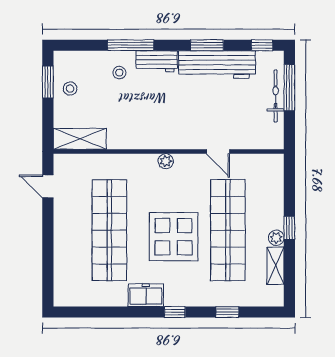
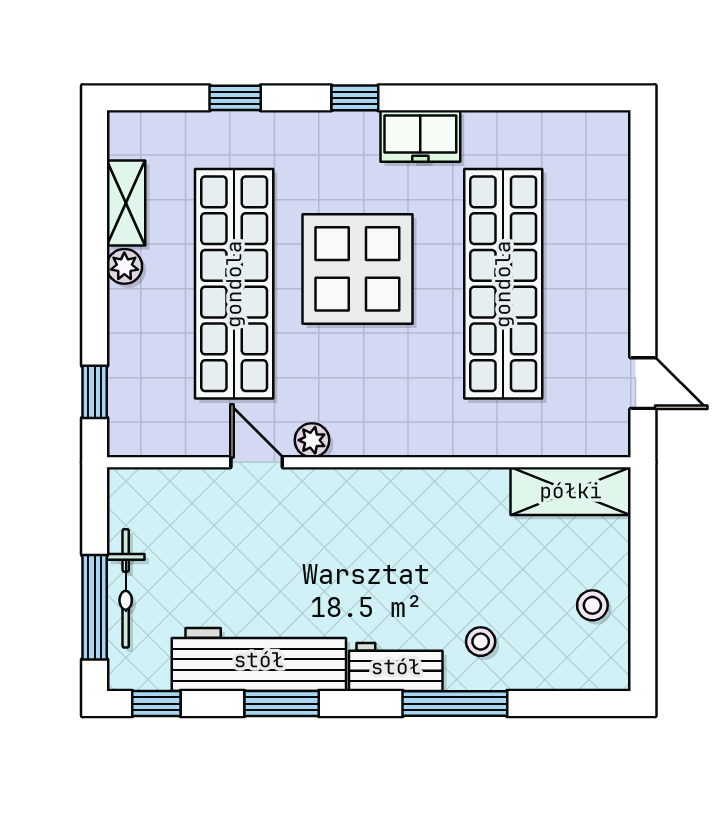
window: (48, 82) -> (643, 620), removed
plant: (166, 161) -> (312, 440), moved
window: (289, 228) -> (95, 392), moved

